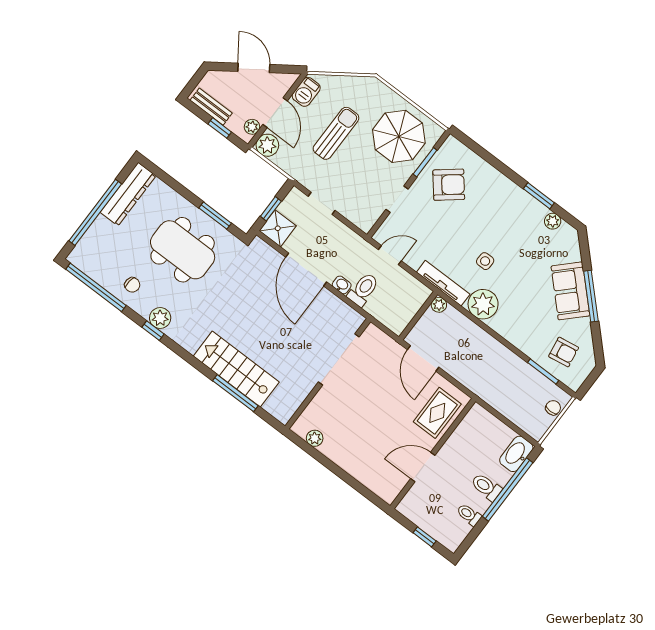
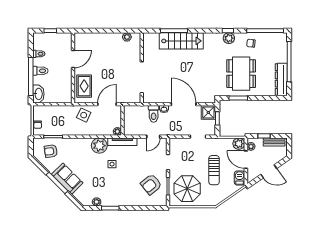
dining table: (183, 250) -> (241, 74), turned 90
door: (423, 358) -> (107, 104), hinge flipped
side table: (471, 369) -> (84, 115), added

